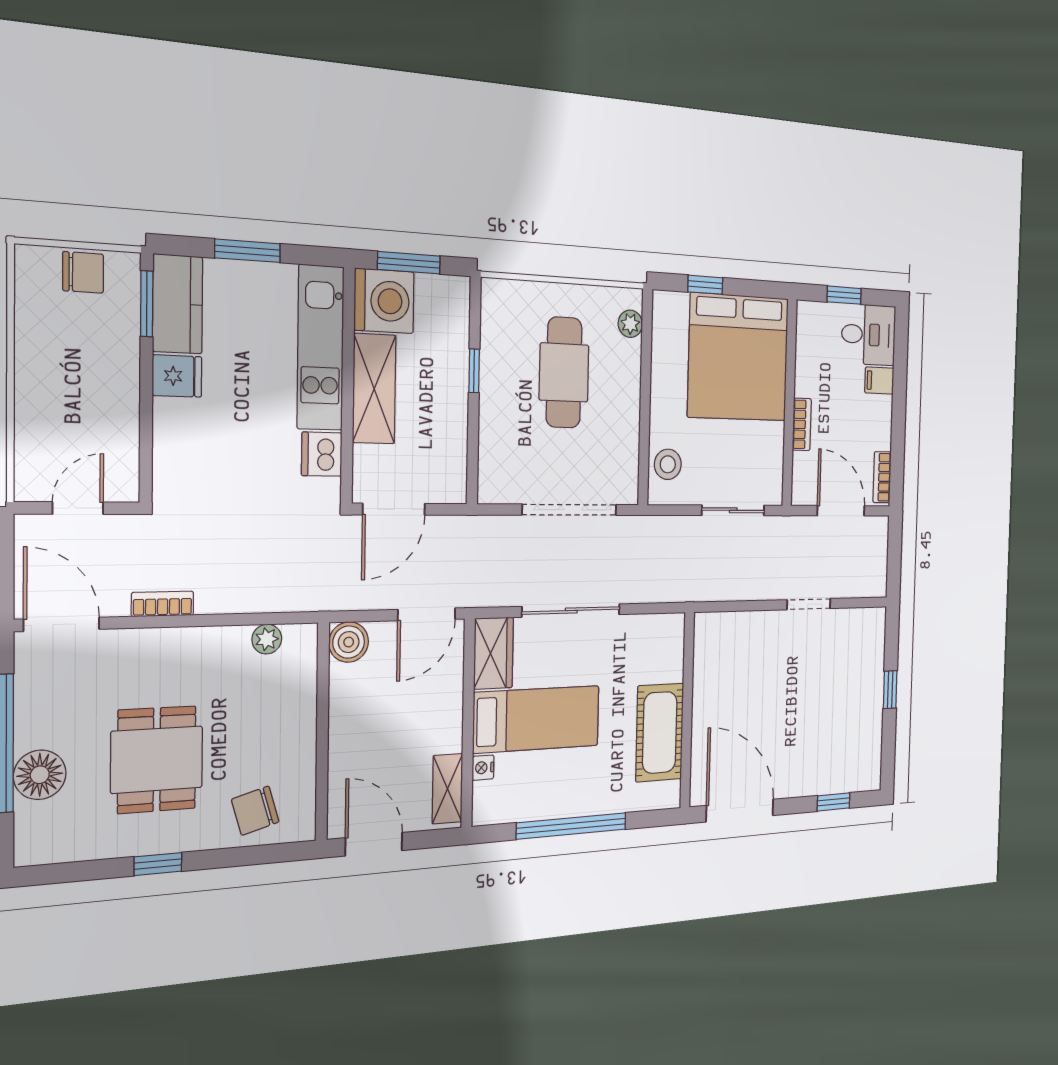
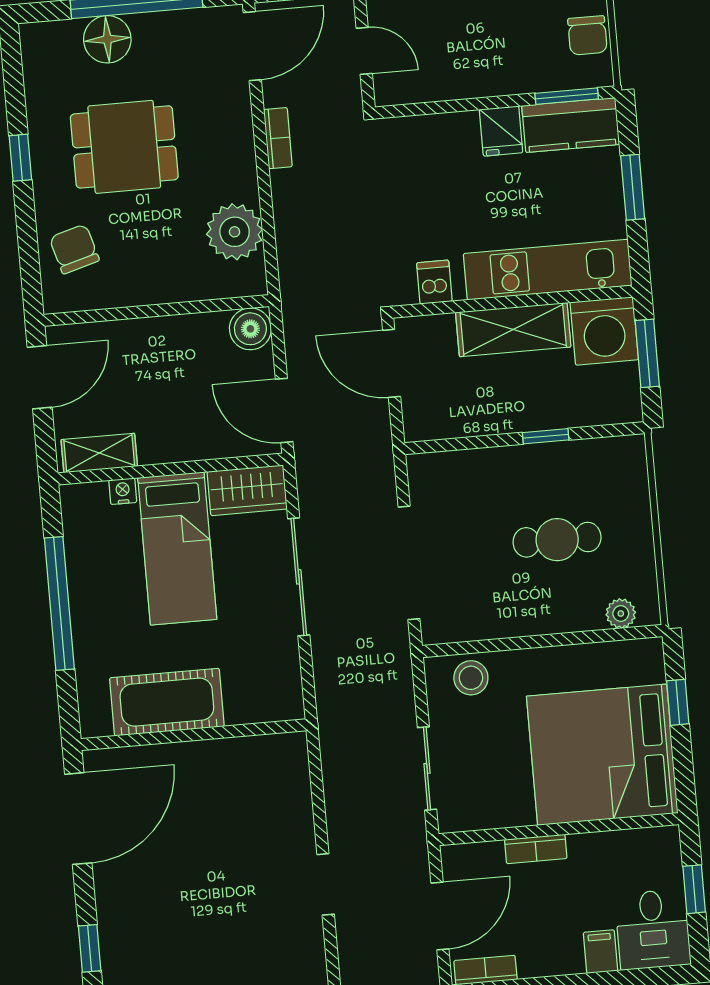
cafe table: (564, 372) -> (557, 540), width x0.73, depth x0.74
dishwasher: (322, 454) -> (434, 282), width x0.73
plant: (267, 639) -> (235, 232), width x1.87, depth x1.87

